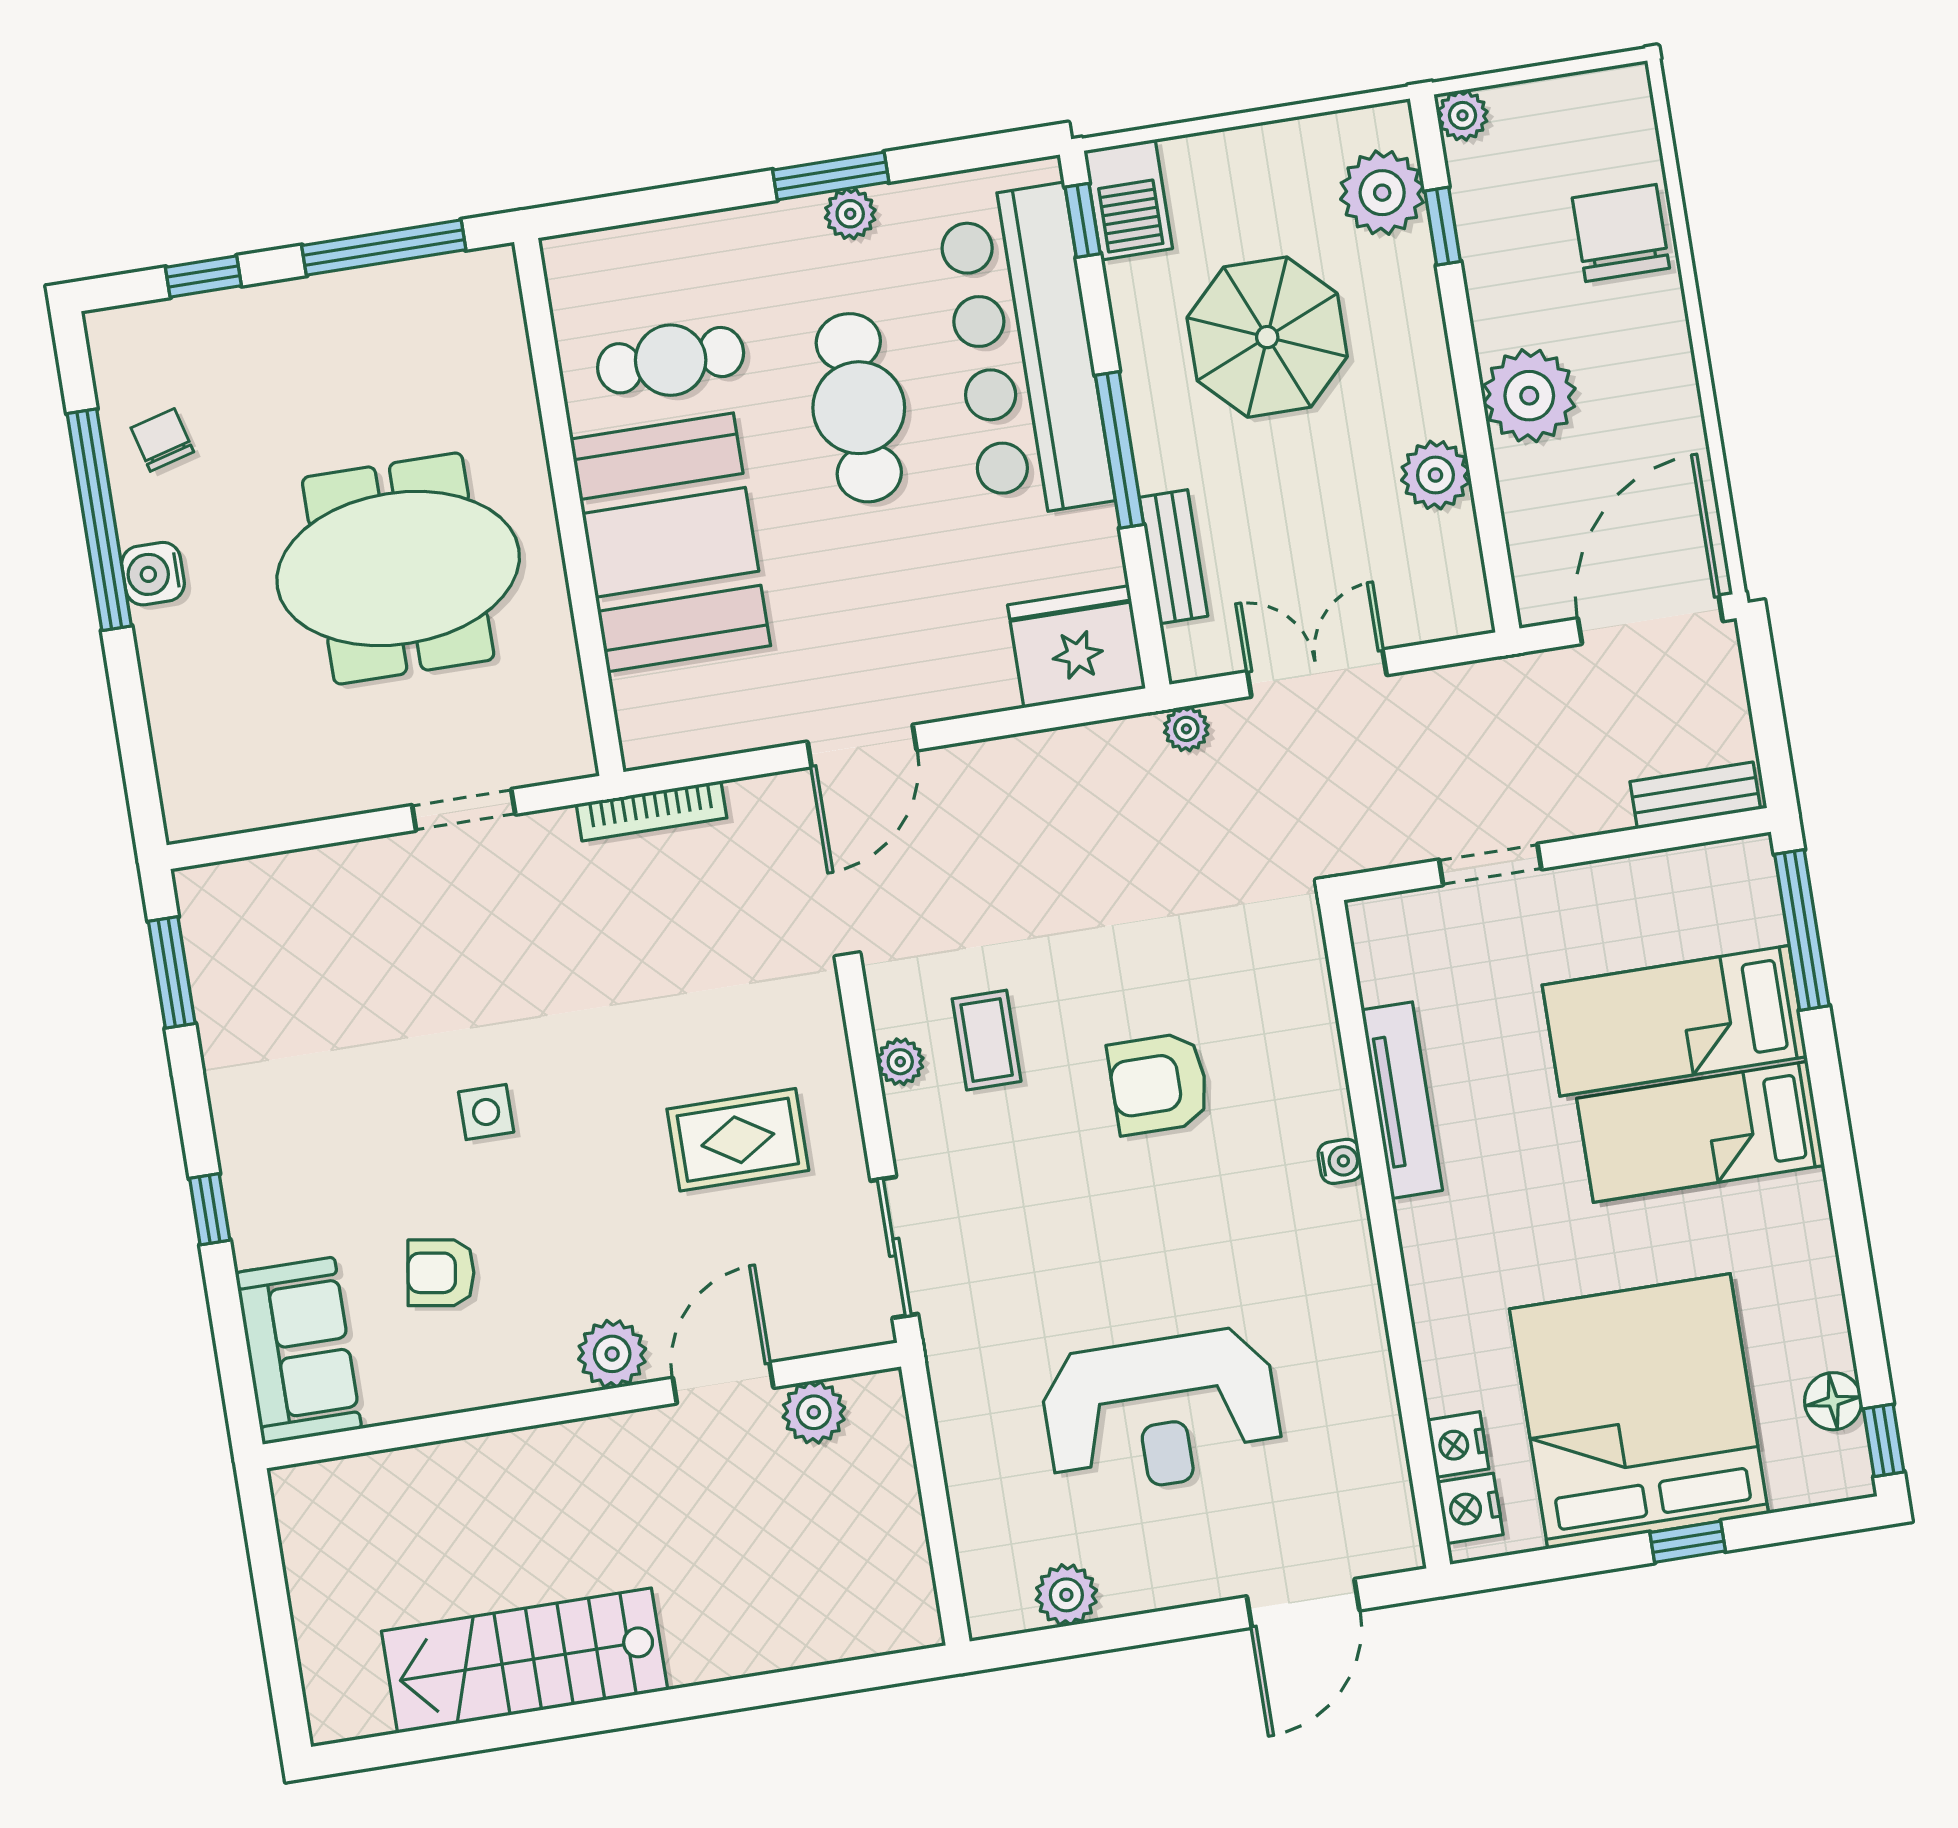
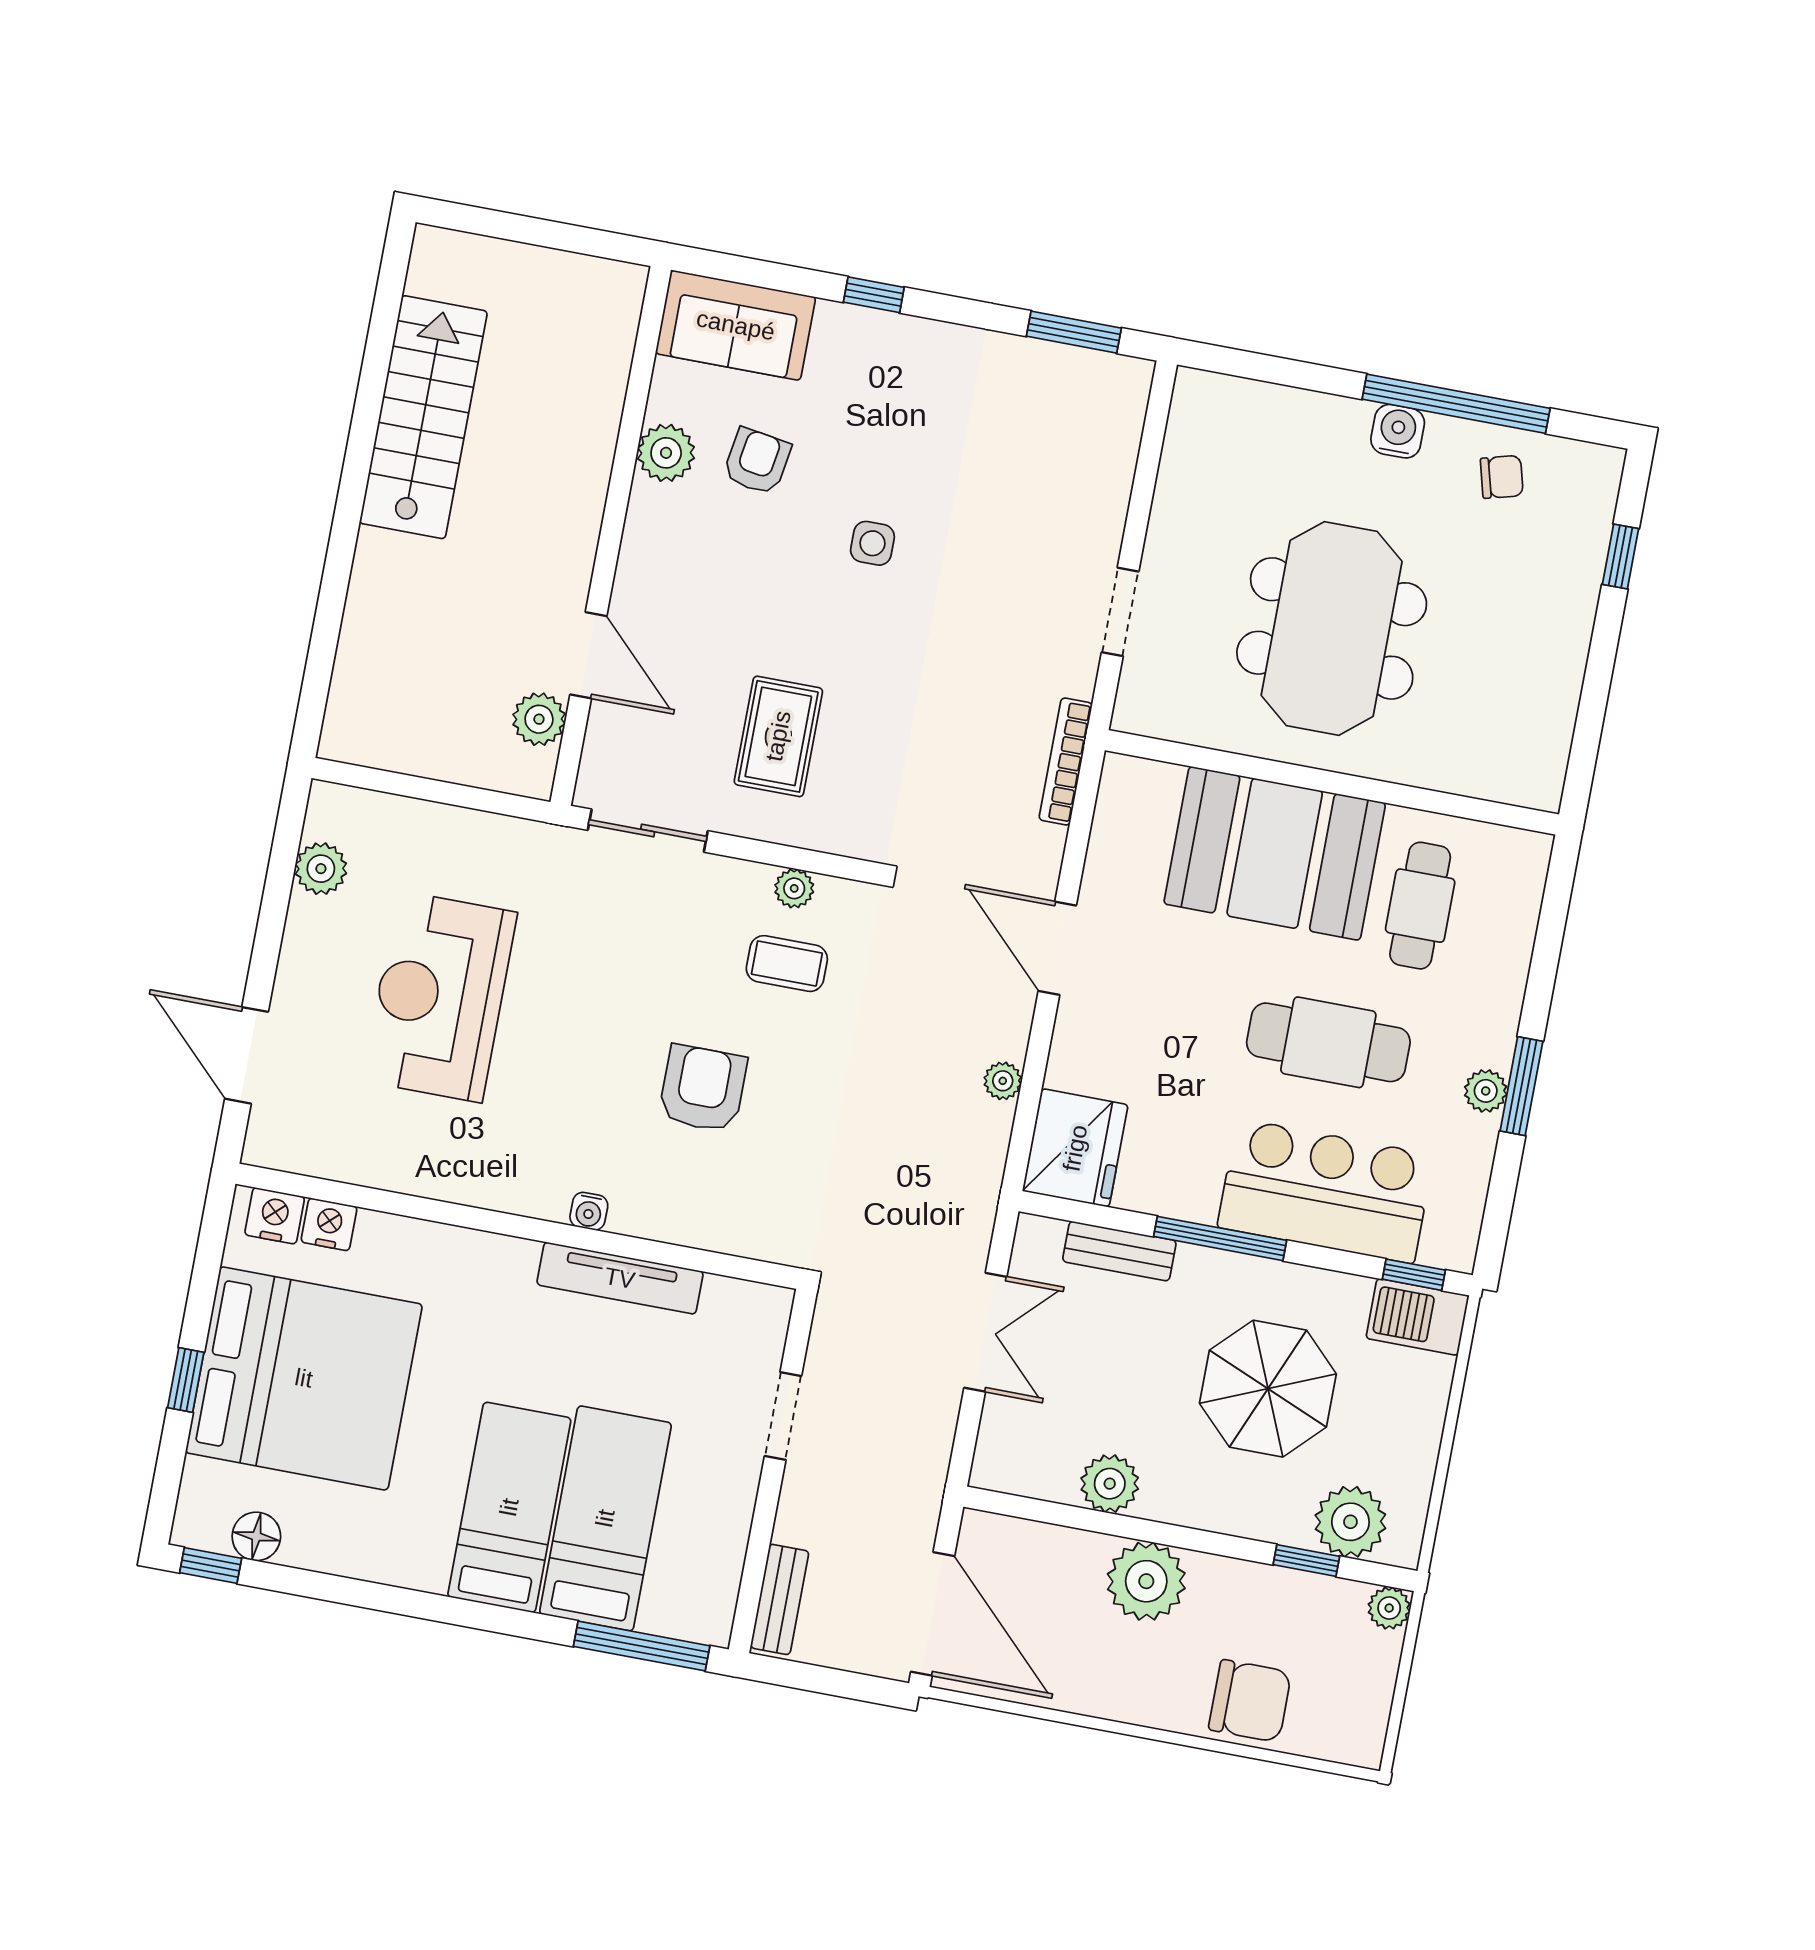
window: (384, 248) -> (1592, 709), removed
bar counter: (1025, 352) -> (1326, 1191), width x0.73
plant: (1186, 729) -> (1003, 1081), moved
plant: (612, 1354) -> (666, 453), moved

